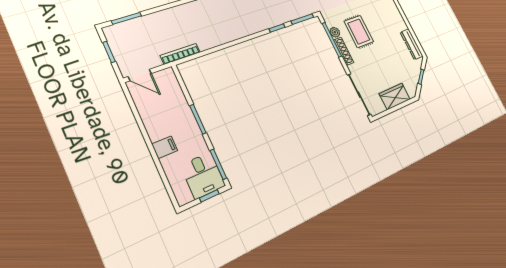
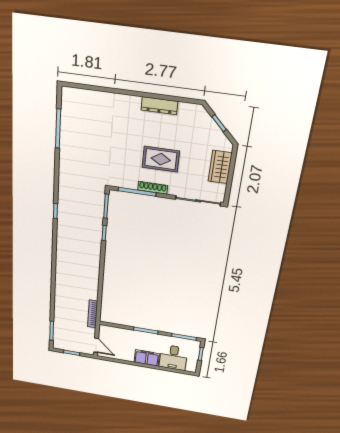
rug: (359, 31) -> (161, 159), moved
plant: (335, 32) -> (132, 184), removed
dresser: (412, 44) -> (159, 106), moved
door: (140, 75) -> (96, 345), hinge flipped
filing cabinet: (165, 147) -> (147, 358), width x2.00
desk: (203, 175) -> (173, 357), moved, turned 90

